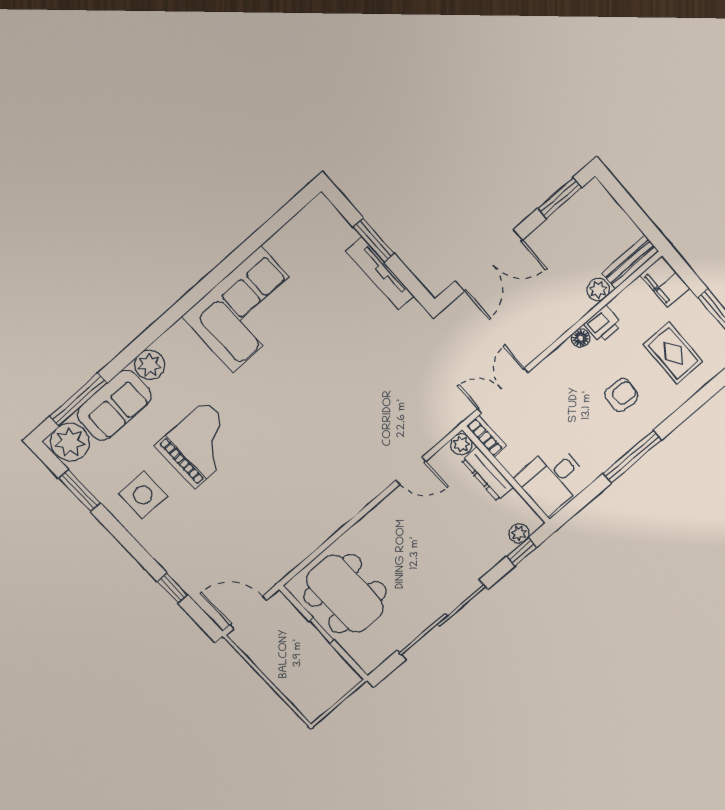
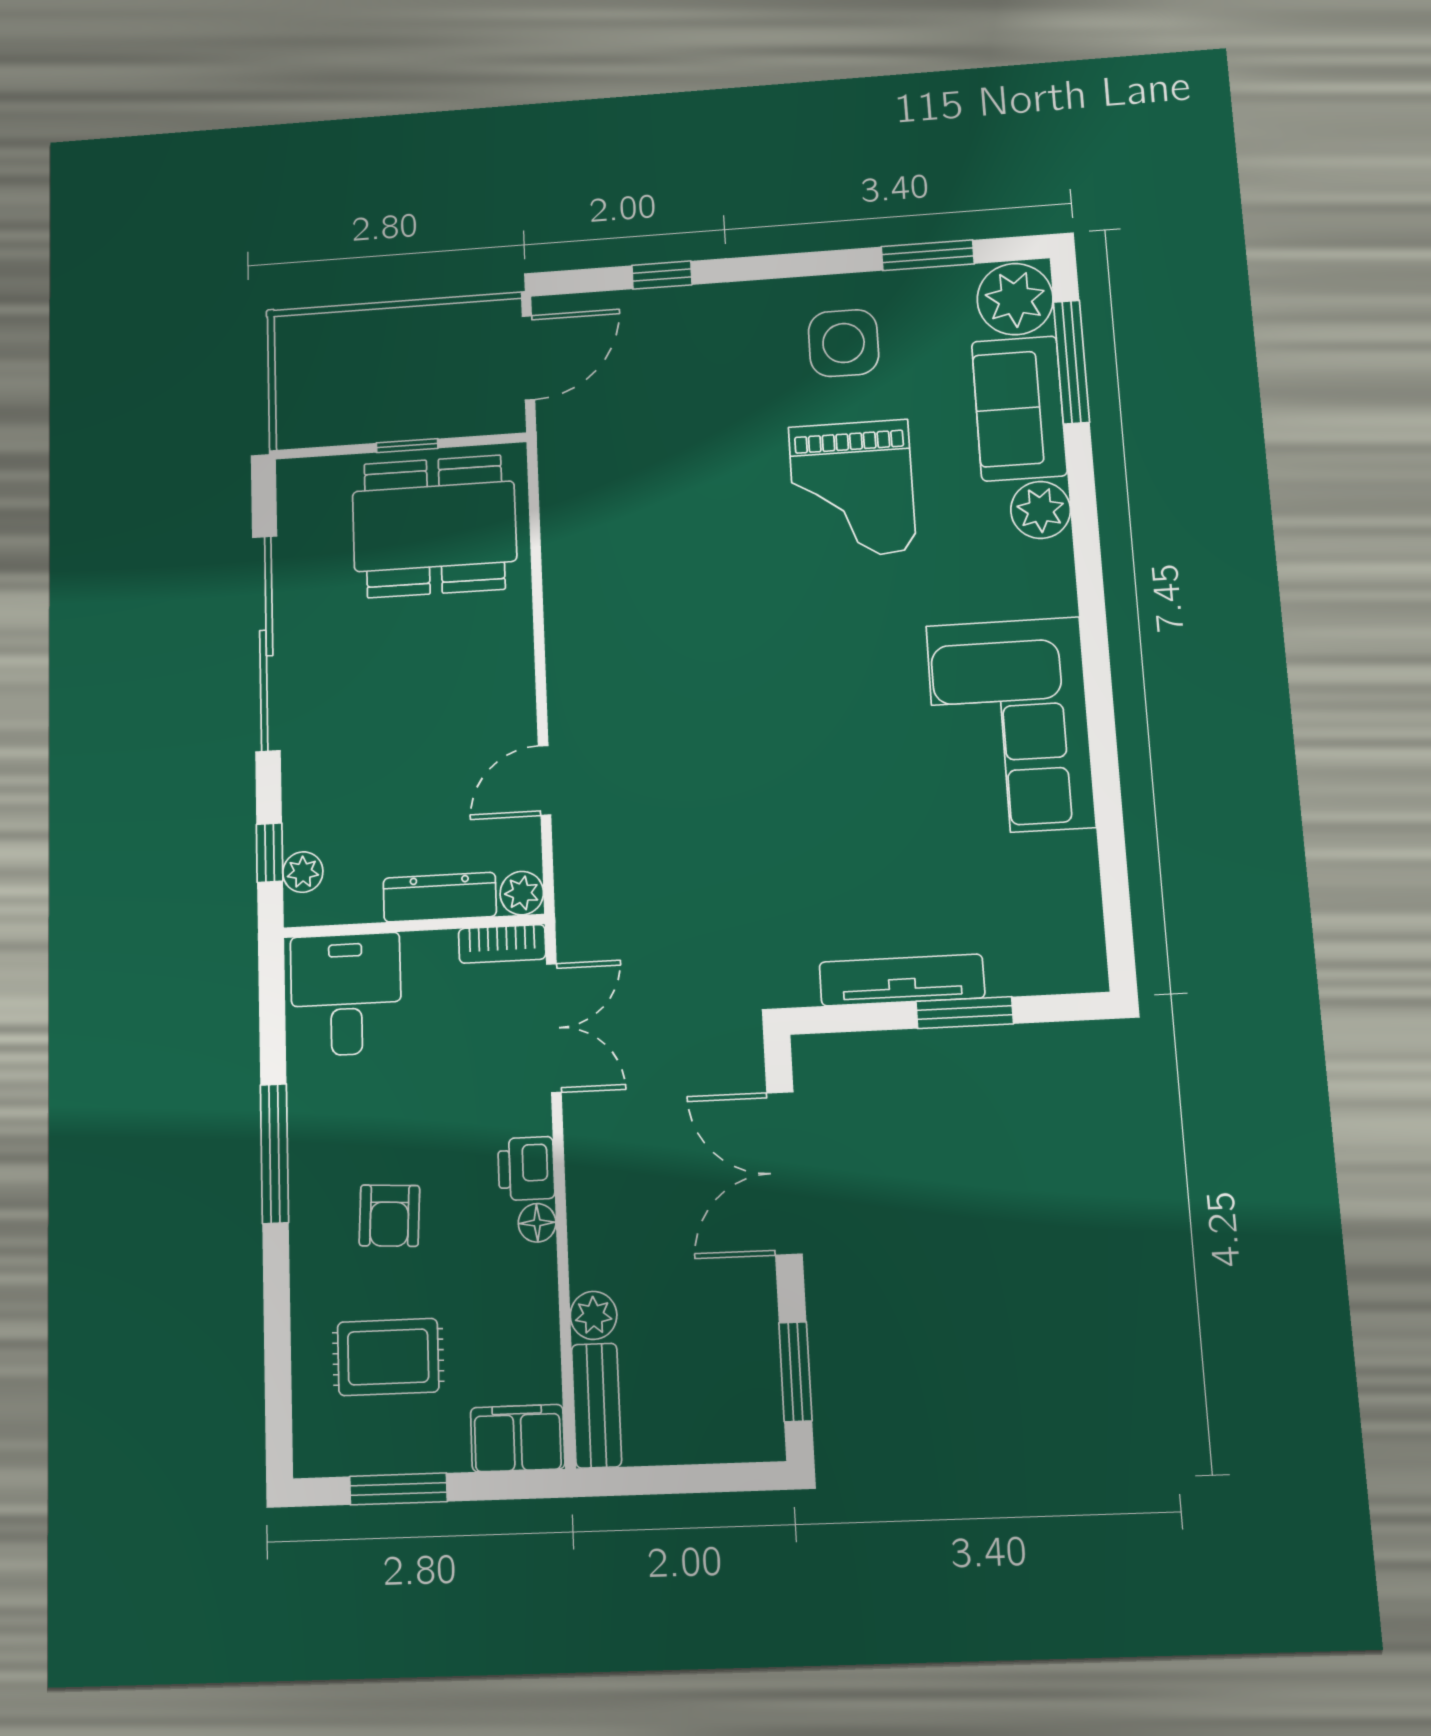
printer: (603, 324) -> (526, 1168), moved

